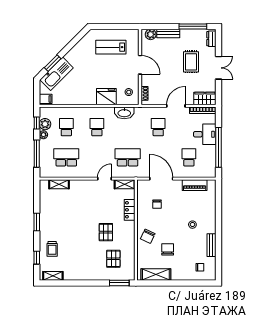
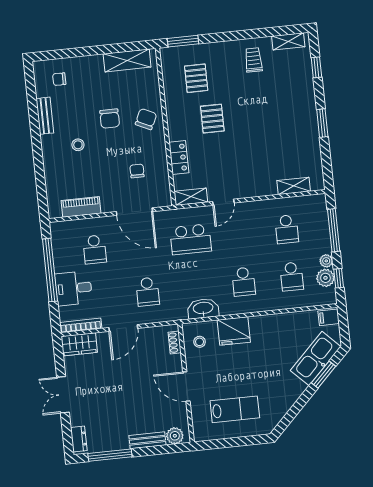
rug: (191, 62) -> (107, 399), removed
school desk: (66, 157) -> (287, 229), width x0.54
trolley: (52, 249) -> (253, 60), moved
chair: (168, 249) -> (110, 119), moved

